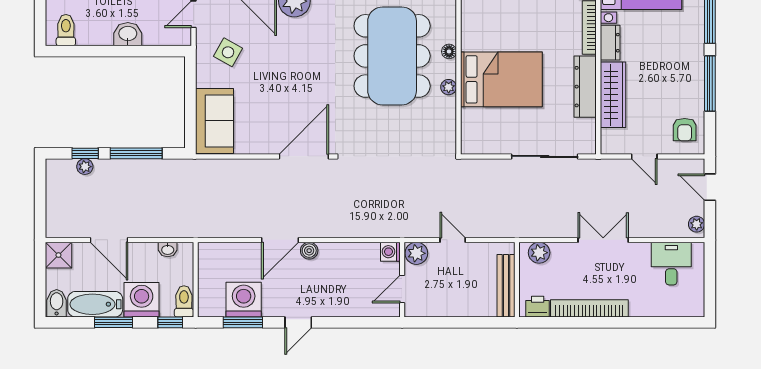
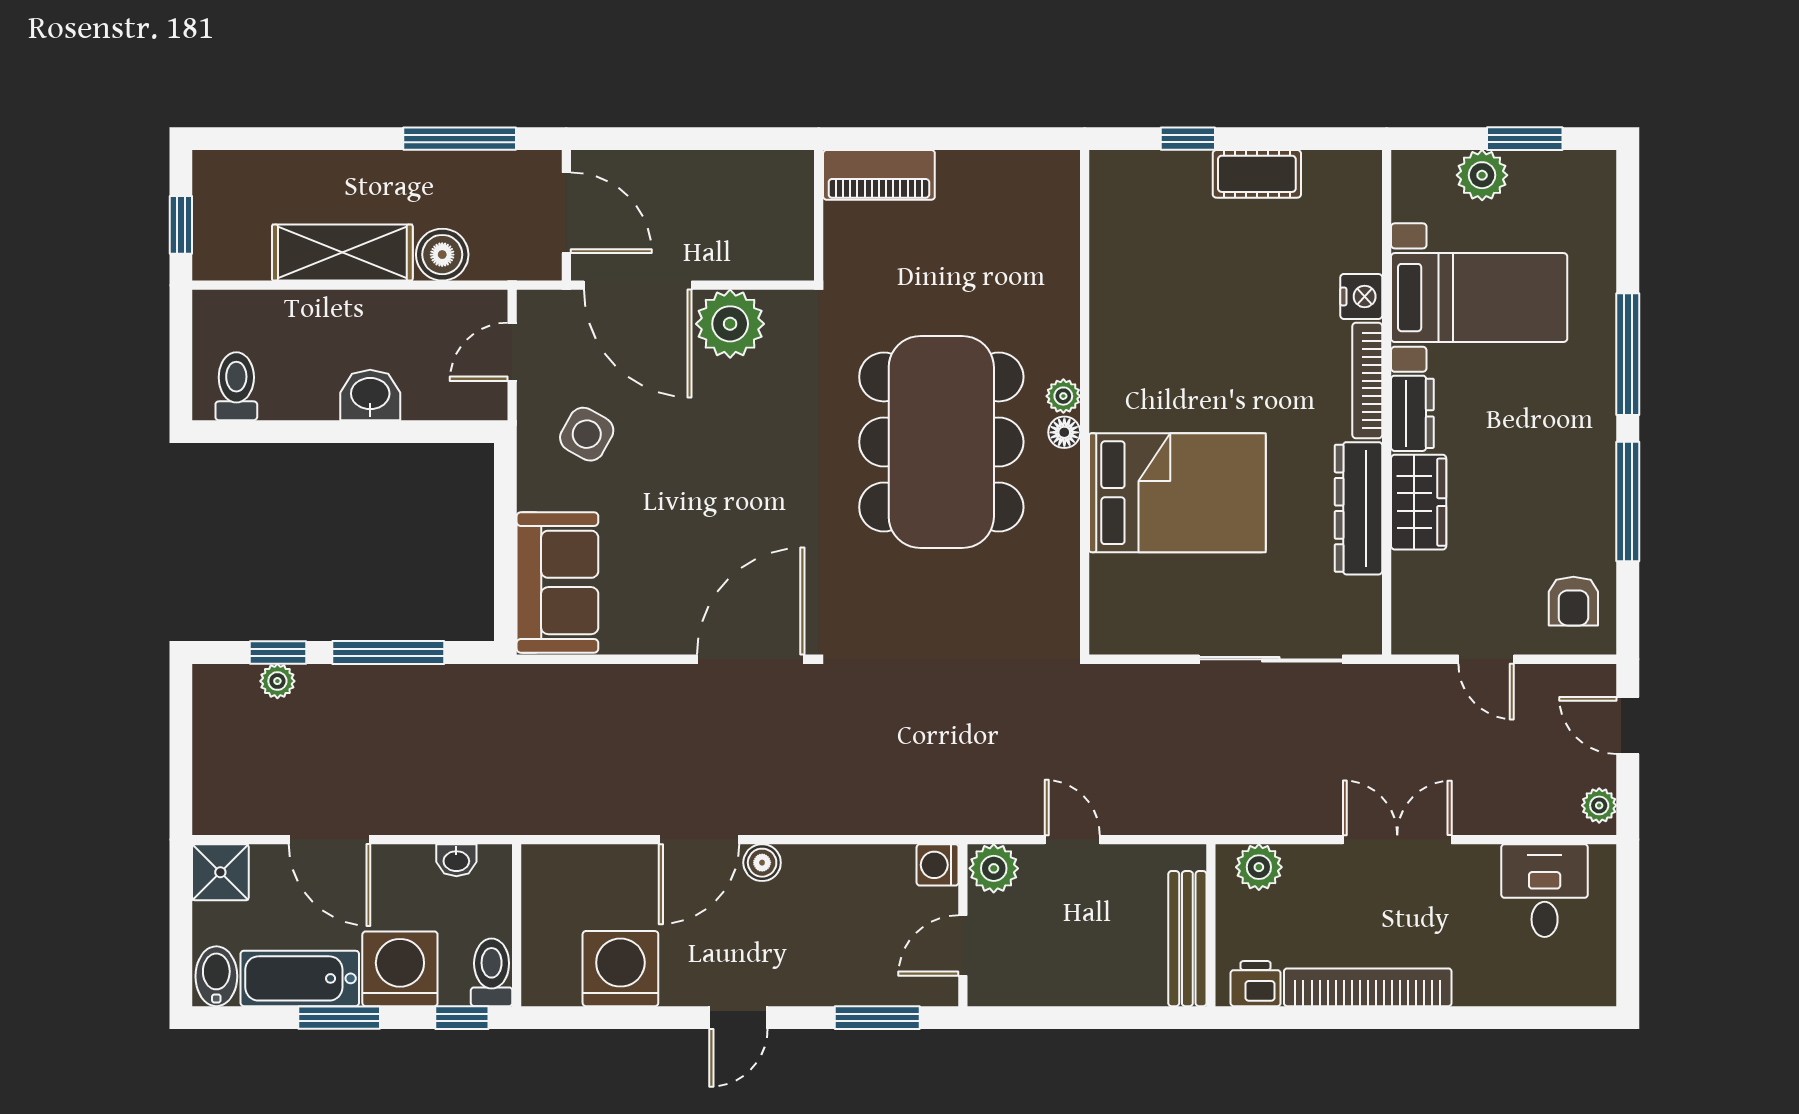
plant: (449, 87) -> (1063, 396), moved
wardrobe: (613, 95) -> (1419, 502), width x0.67
window: (243, 322) -> (877, 1018), moved

